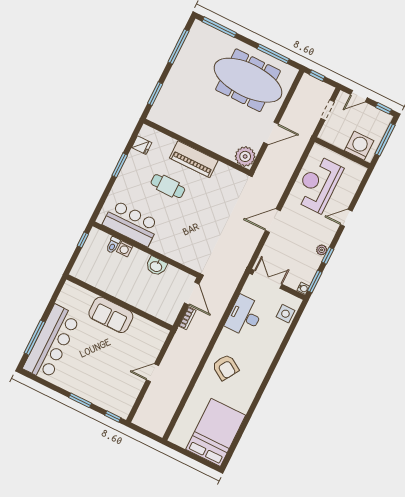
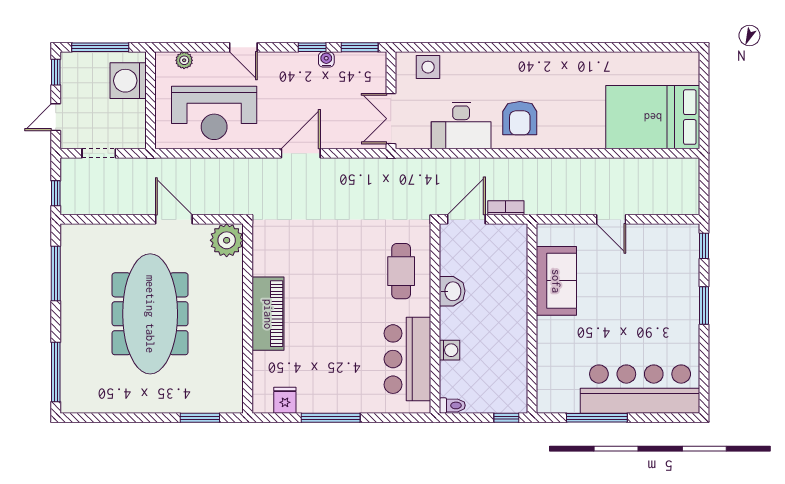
window: (178, 47) -> (114, 418), removed
meeting table: (248, 80) -> (150, 314), moved
door: (359, 96) -> (56, 117), swing flipped
window: (120, 165) -> (331, 418), width x1.44
cafe table: (168, 186) -> (401, 271), moved
door: (273, 221) -> (301, 153), swing flipped
window: (83, 240) -> (506, 418), moved
toilet: (113, 245) -> (452, 405), moved
plant: (322, 250) -> (184, 60), moved
water cooler: (303, 288) -> (326, 59), moved
sofa: (111, 315) -> (556, 281), moved
window: (35, 338) -> (597, 418), moved
armchair: (226, 367) -> (520, 118), moved, turned 148
bed: (216, 432) -> (653, 117), moved

